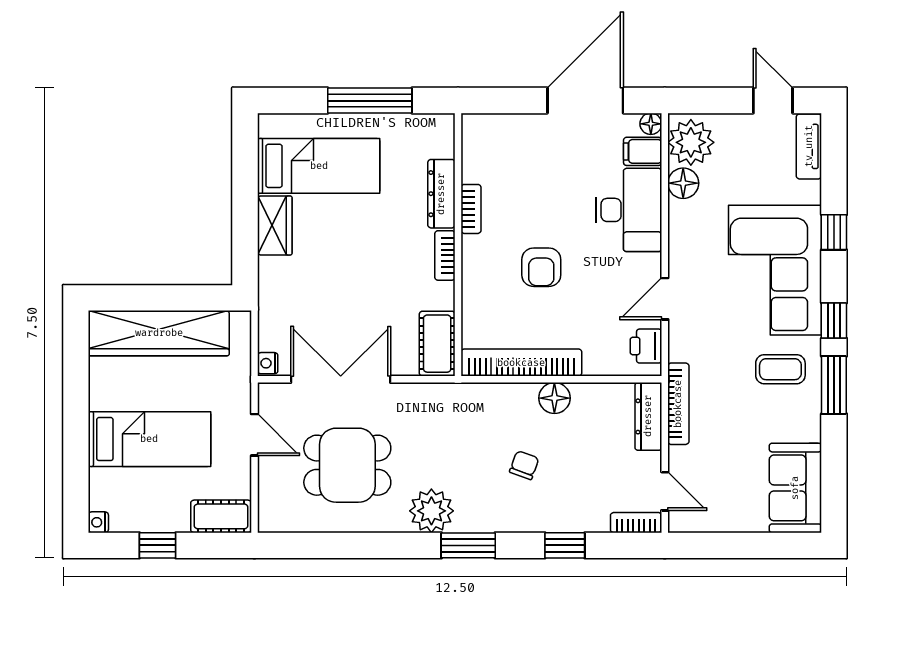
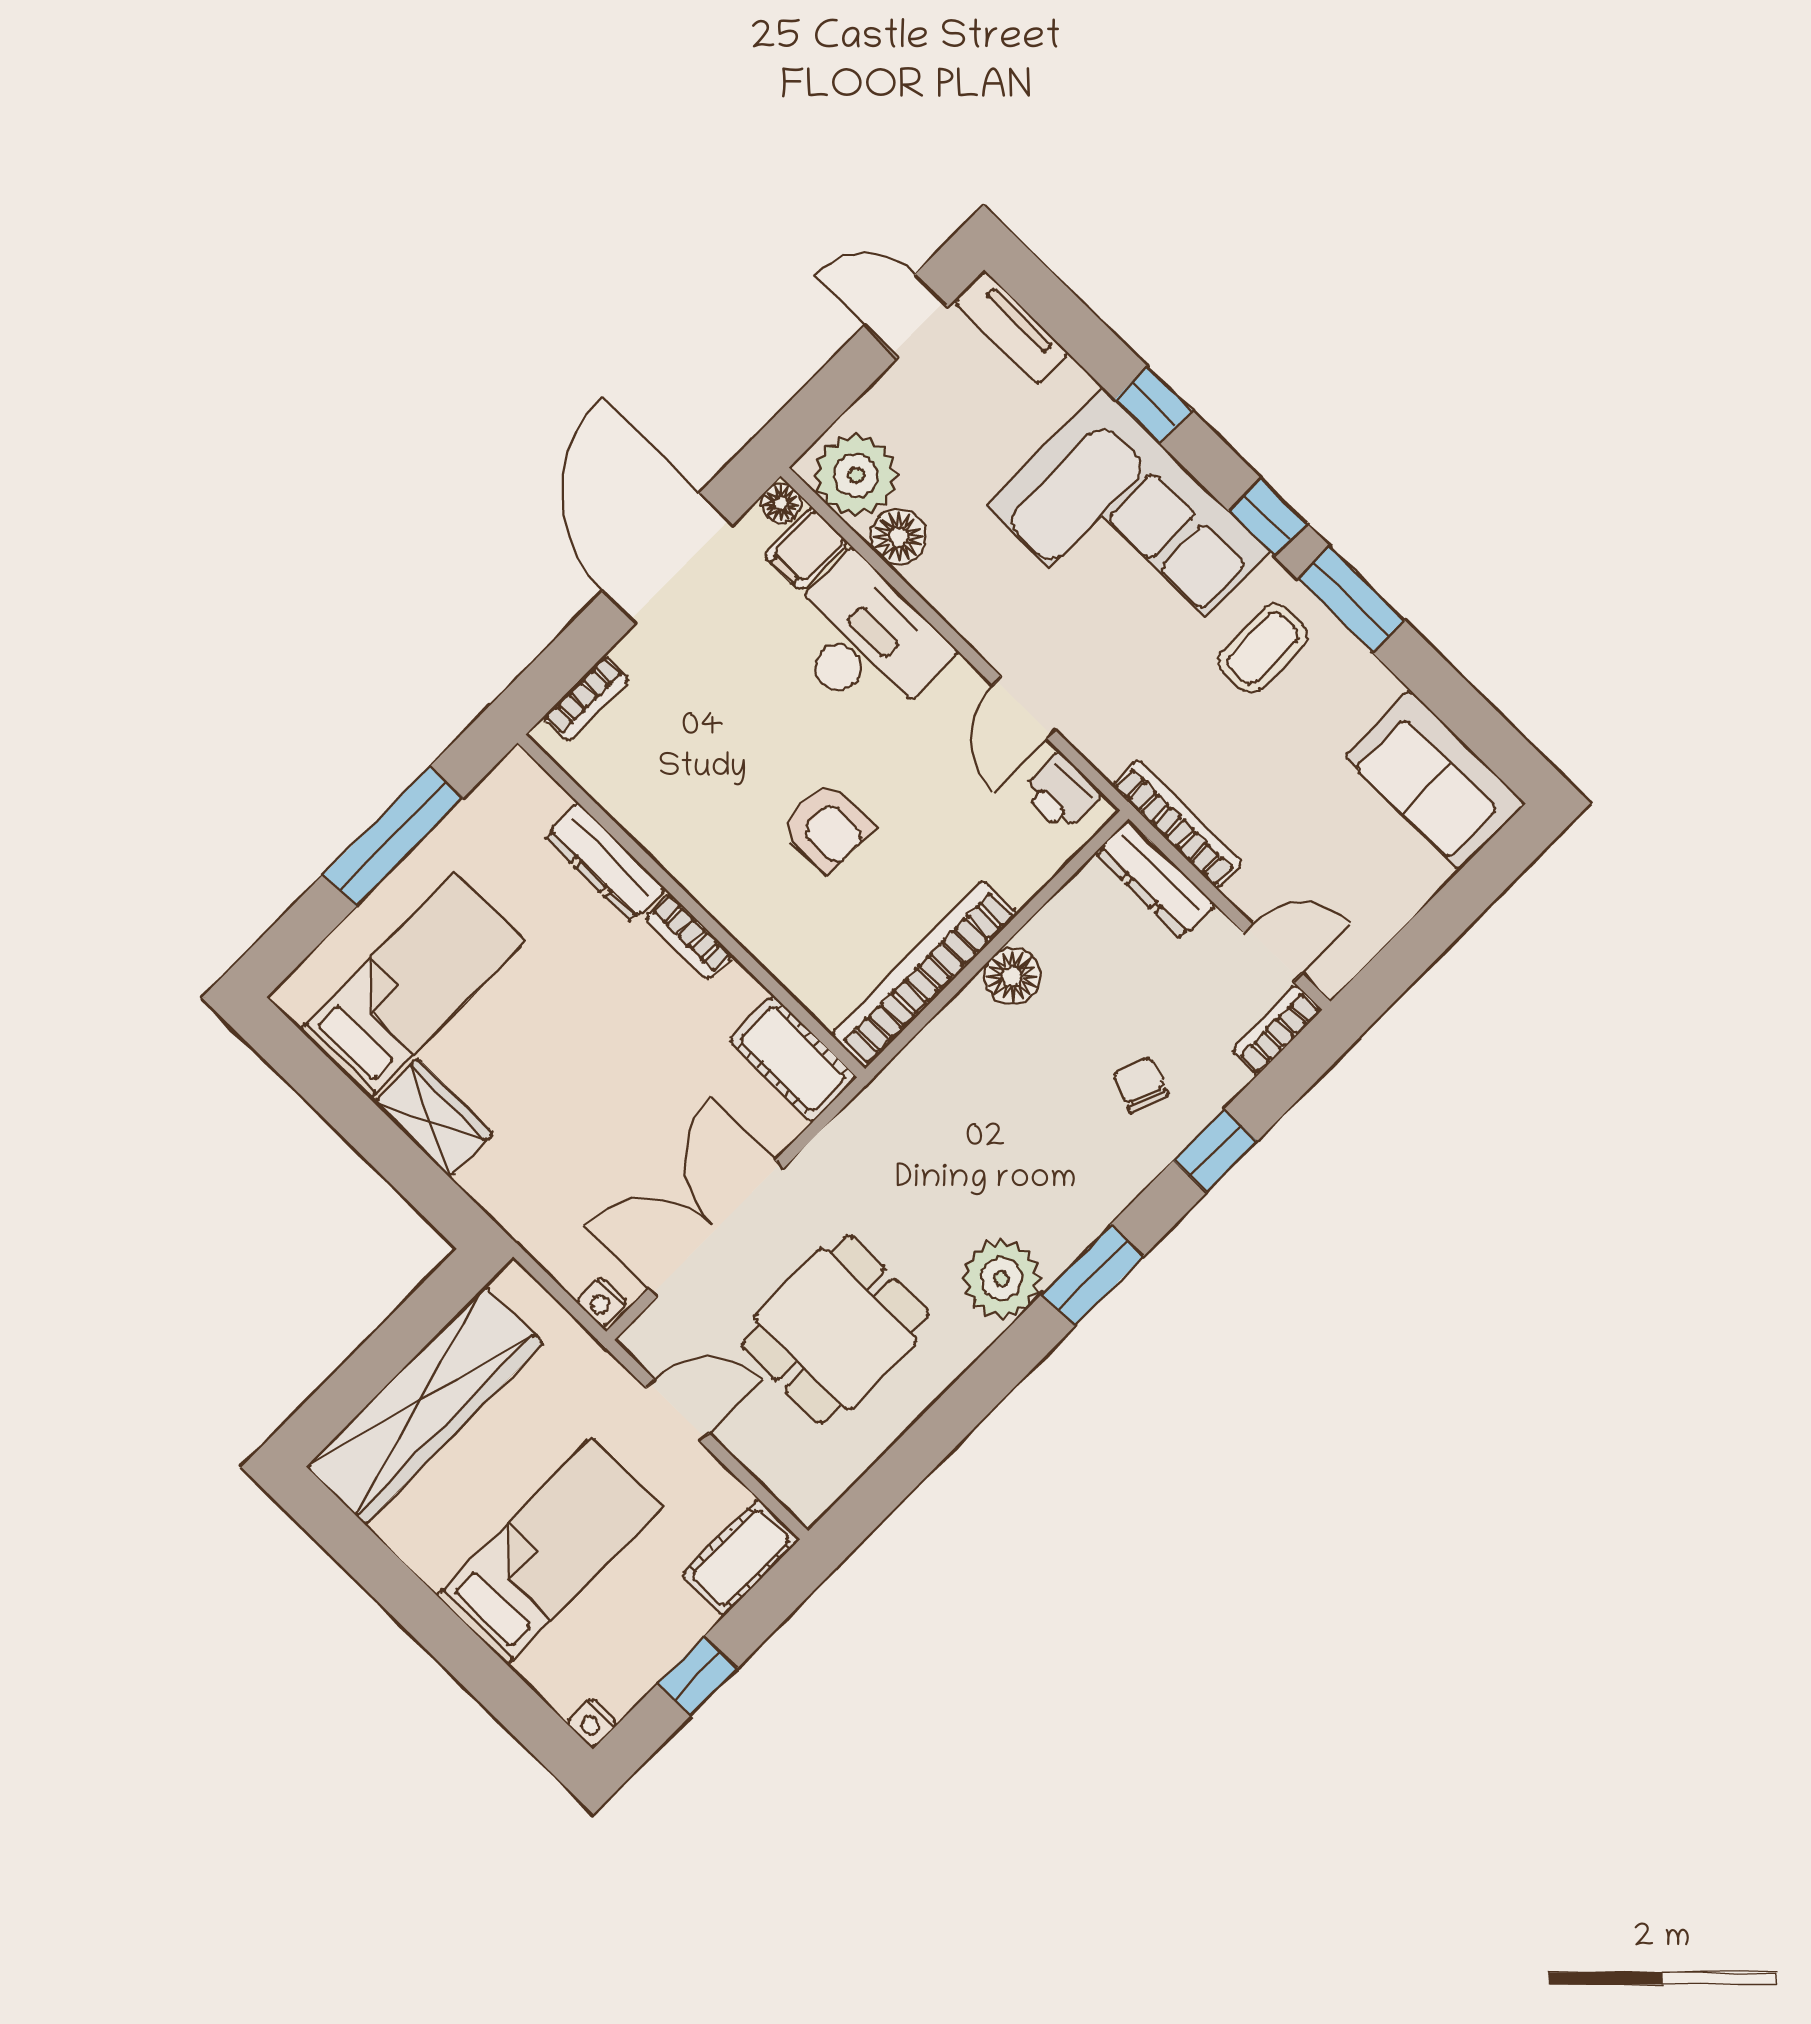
bookcase: (471, 209) -> (586, 698), moved, turned 90
chair: (524, 465) -> (1140, 1085), moved

